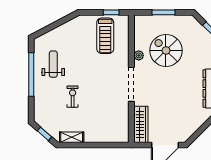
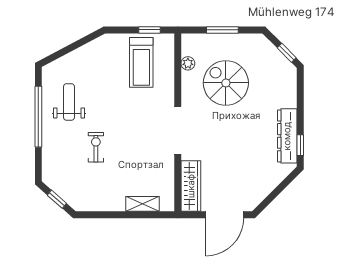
plant: (139, 55) -> (188, 63), moved
shelving: (72, 137) -> (143, 204), moved

